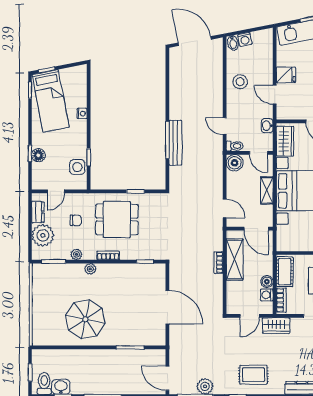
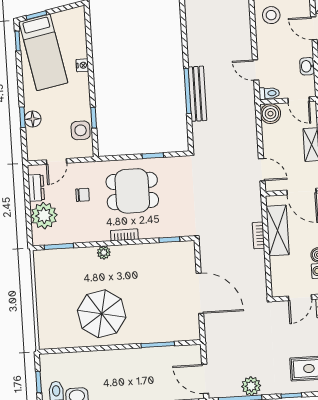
plant: (76, 254) -> (86, 236), removed

